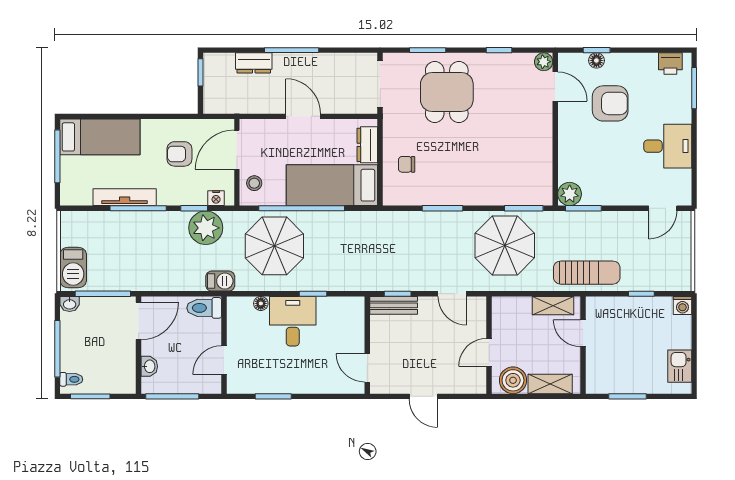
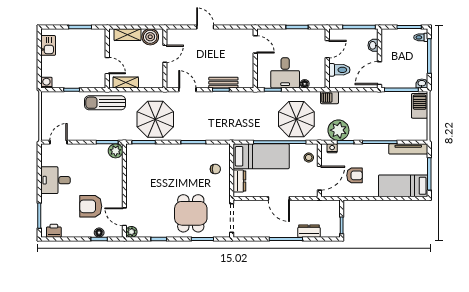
tv unit: (125, 197) -> (408, 149), moved
toilet: (204, 308) -> (339, 70), moved
wall: (367, 345) -> (255, 58), moved
door: (367, 368) -> (255, 44), moved

